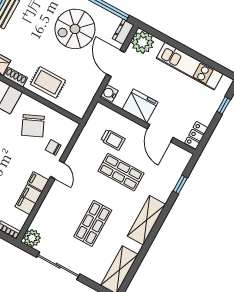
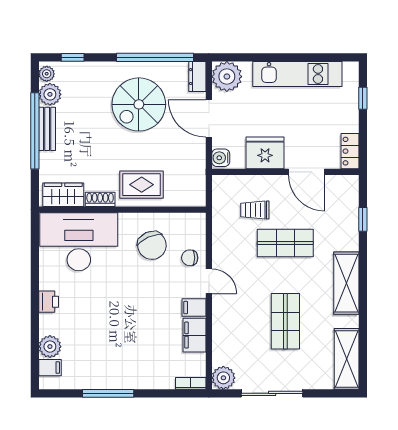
trolley: (113, 140) -> (255, 210), turned 180

